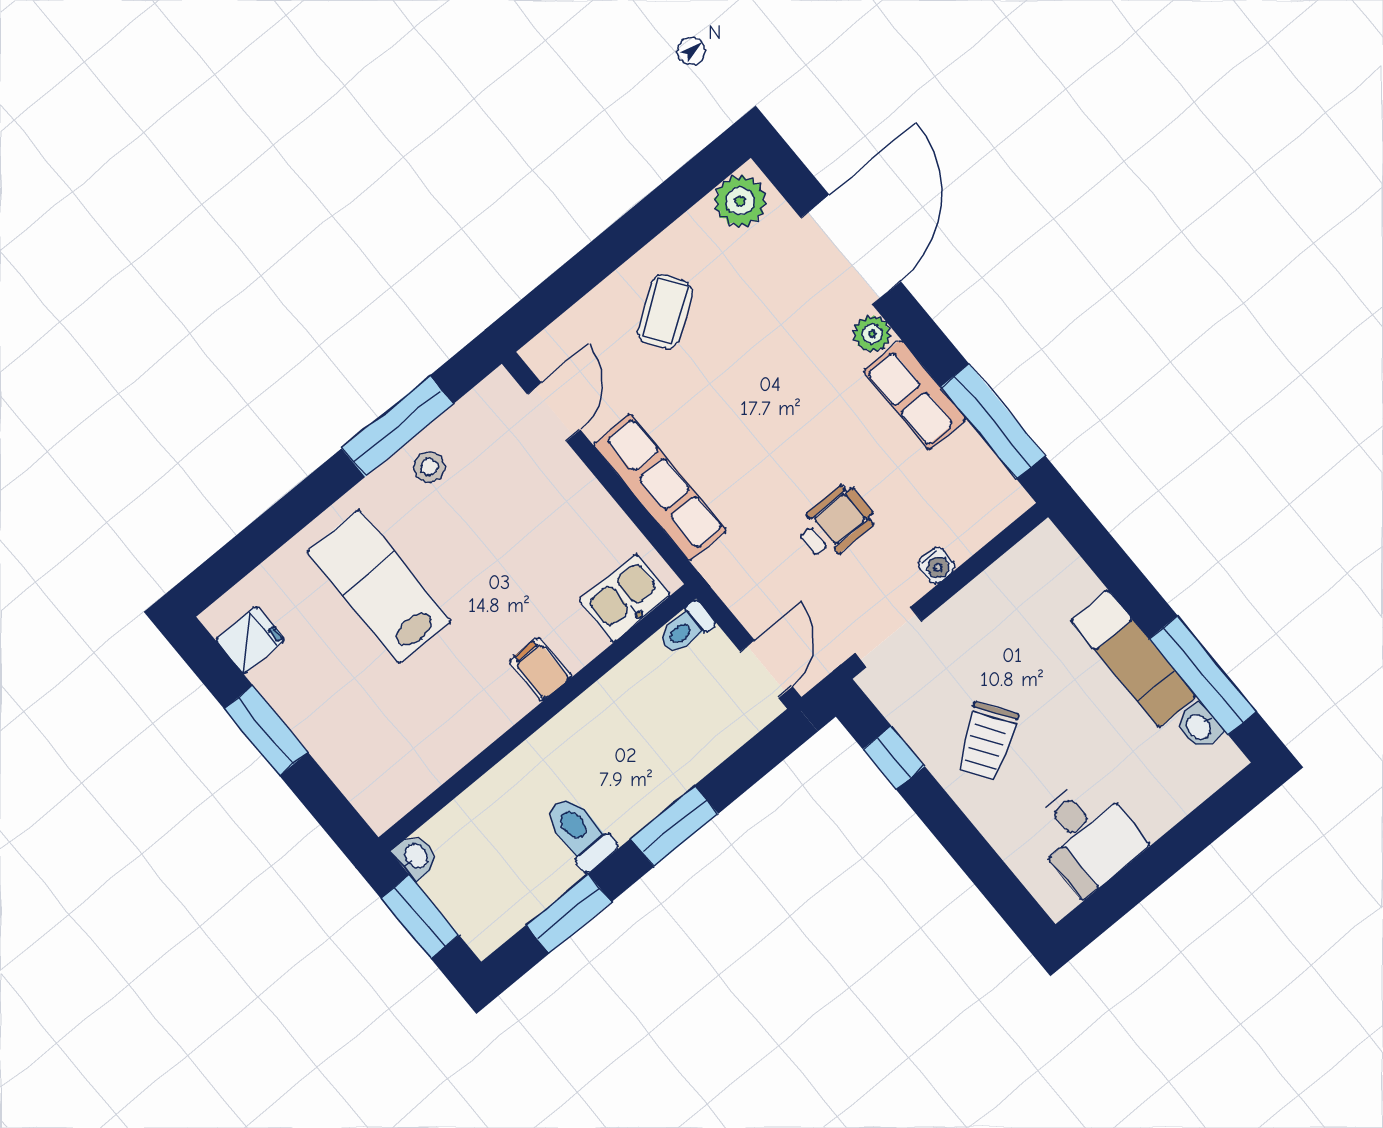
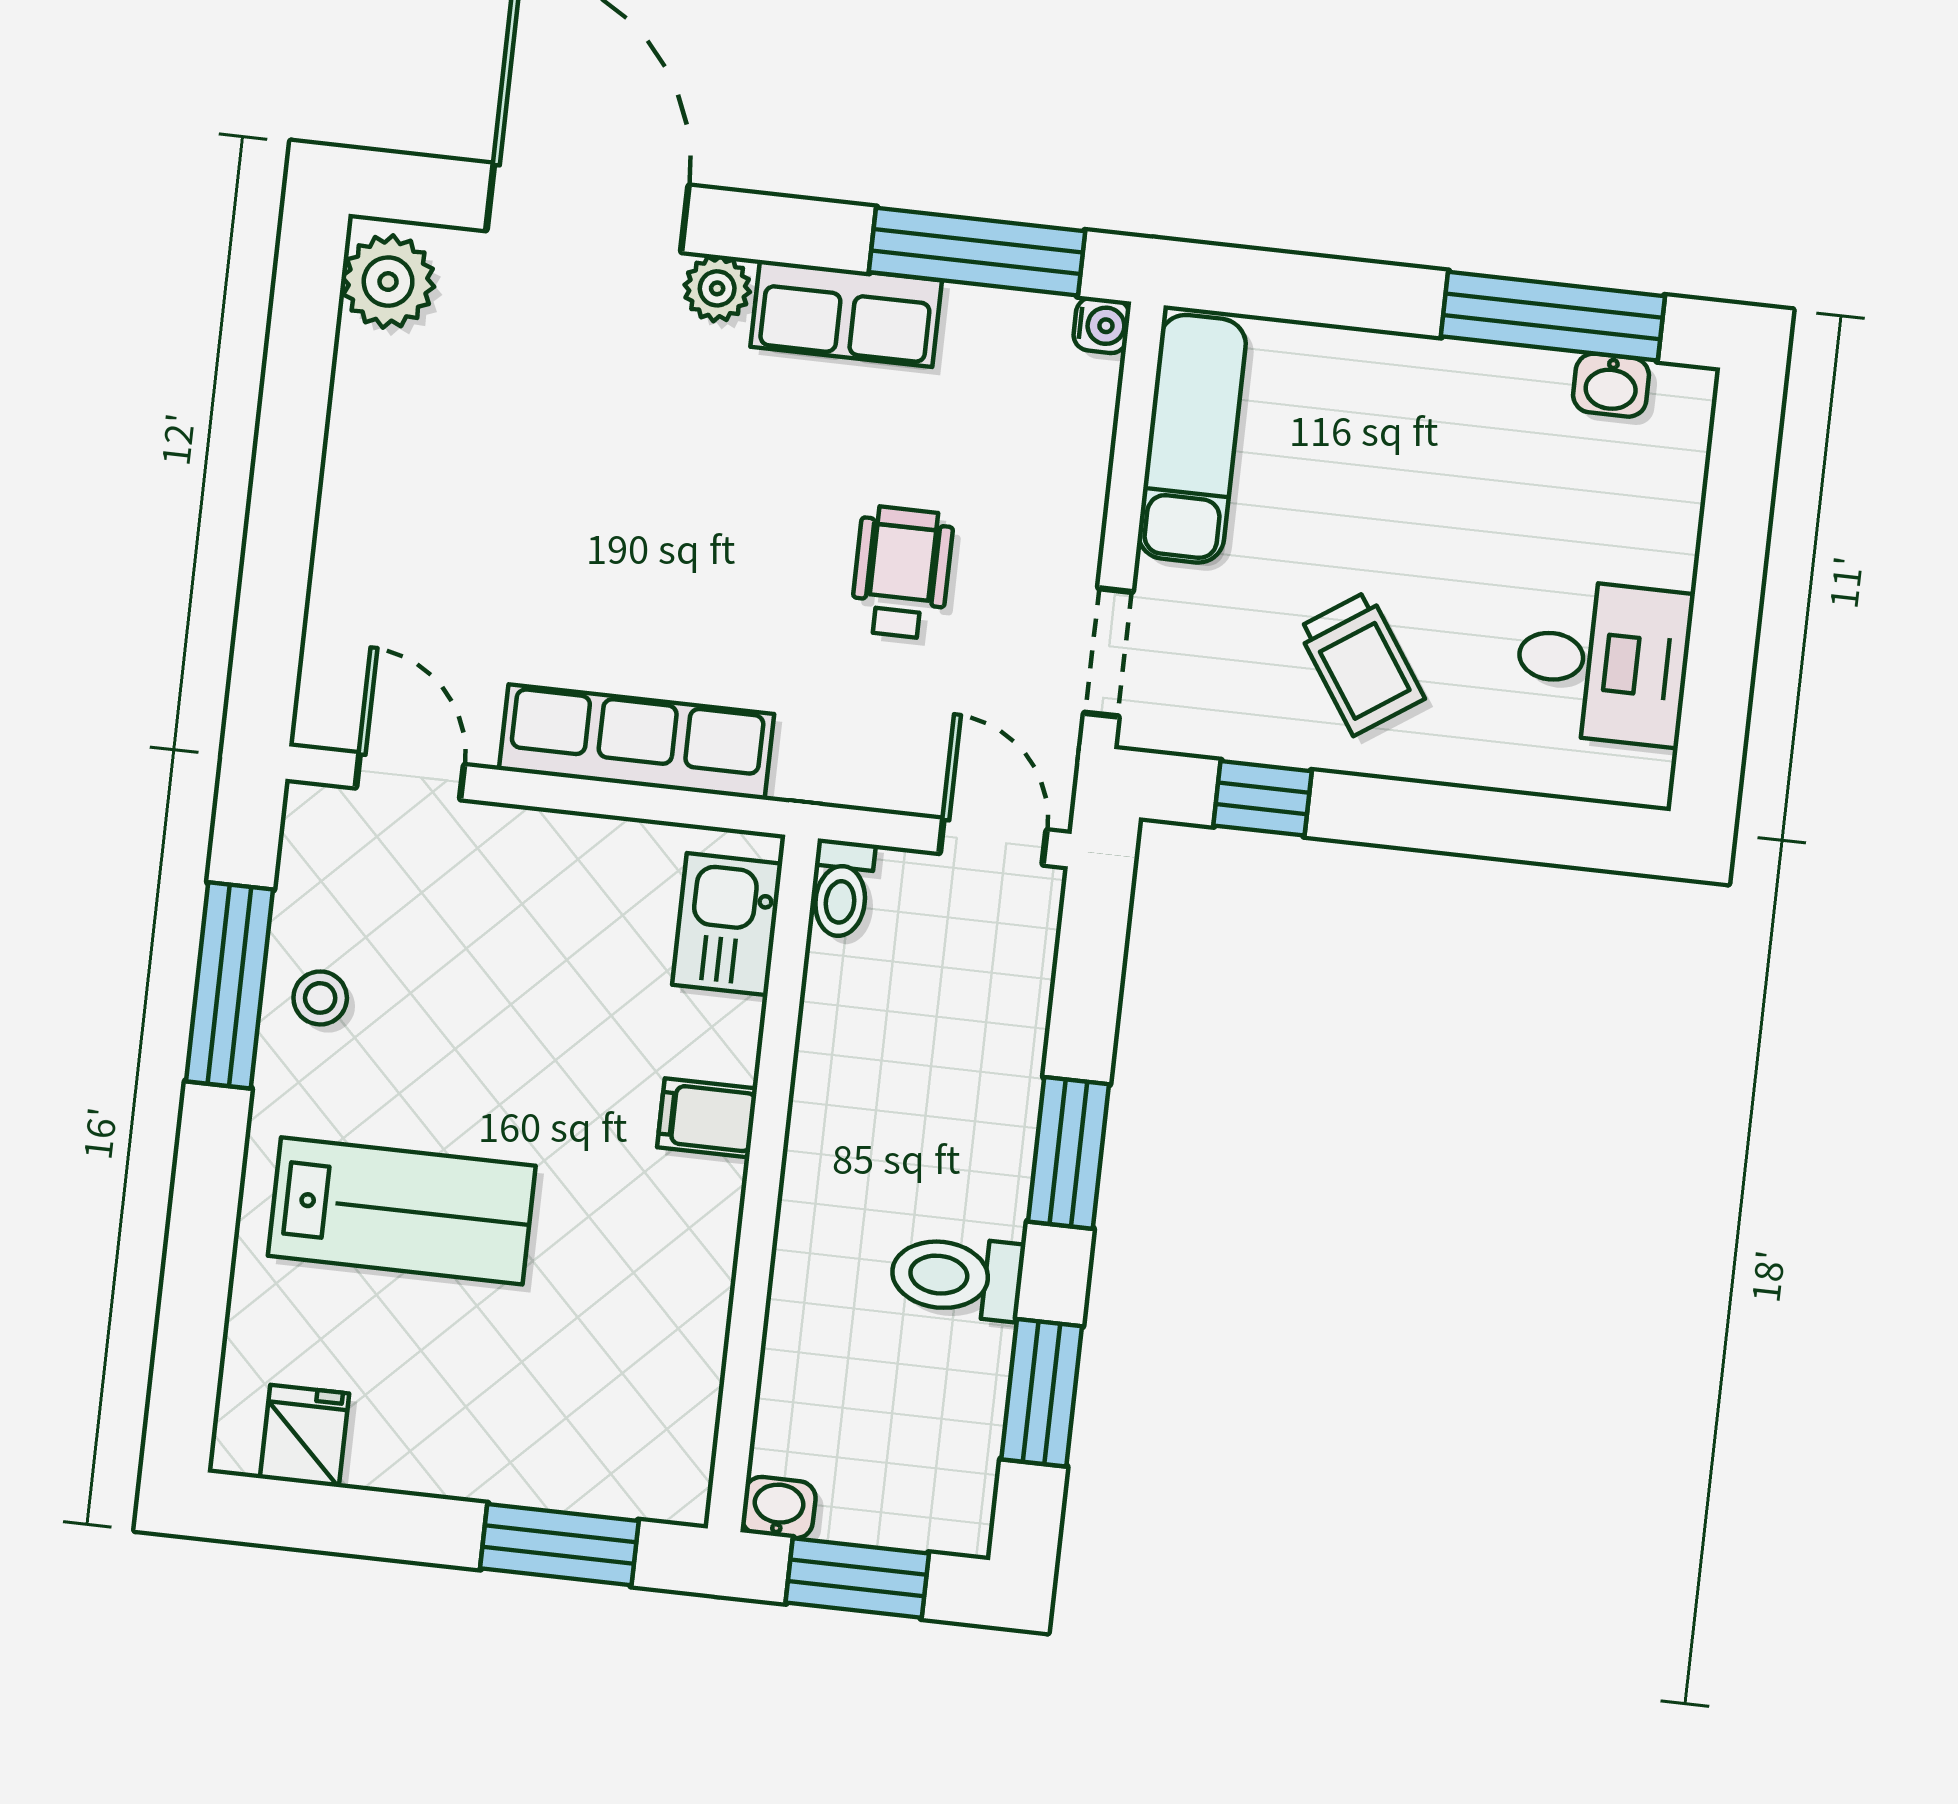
coffee table: (665, 312) -> (428, 513), removed
water cooler: (936, 565) -> (1102, 325), moved
lab bench: (379, 586) -> (402, 1211), turned 180
exam couch: (1133, 659) -> (1192, 439), moved, turned -90
window: (266, 731) -> (559, 1545), moved

